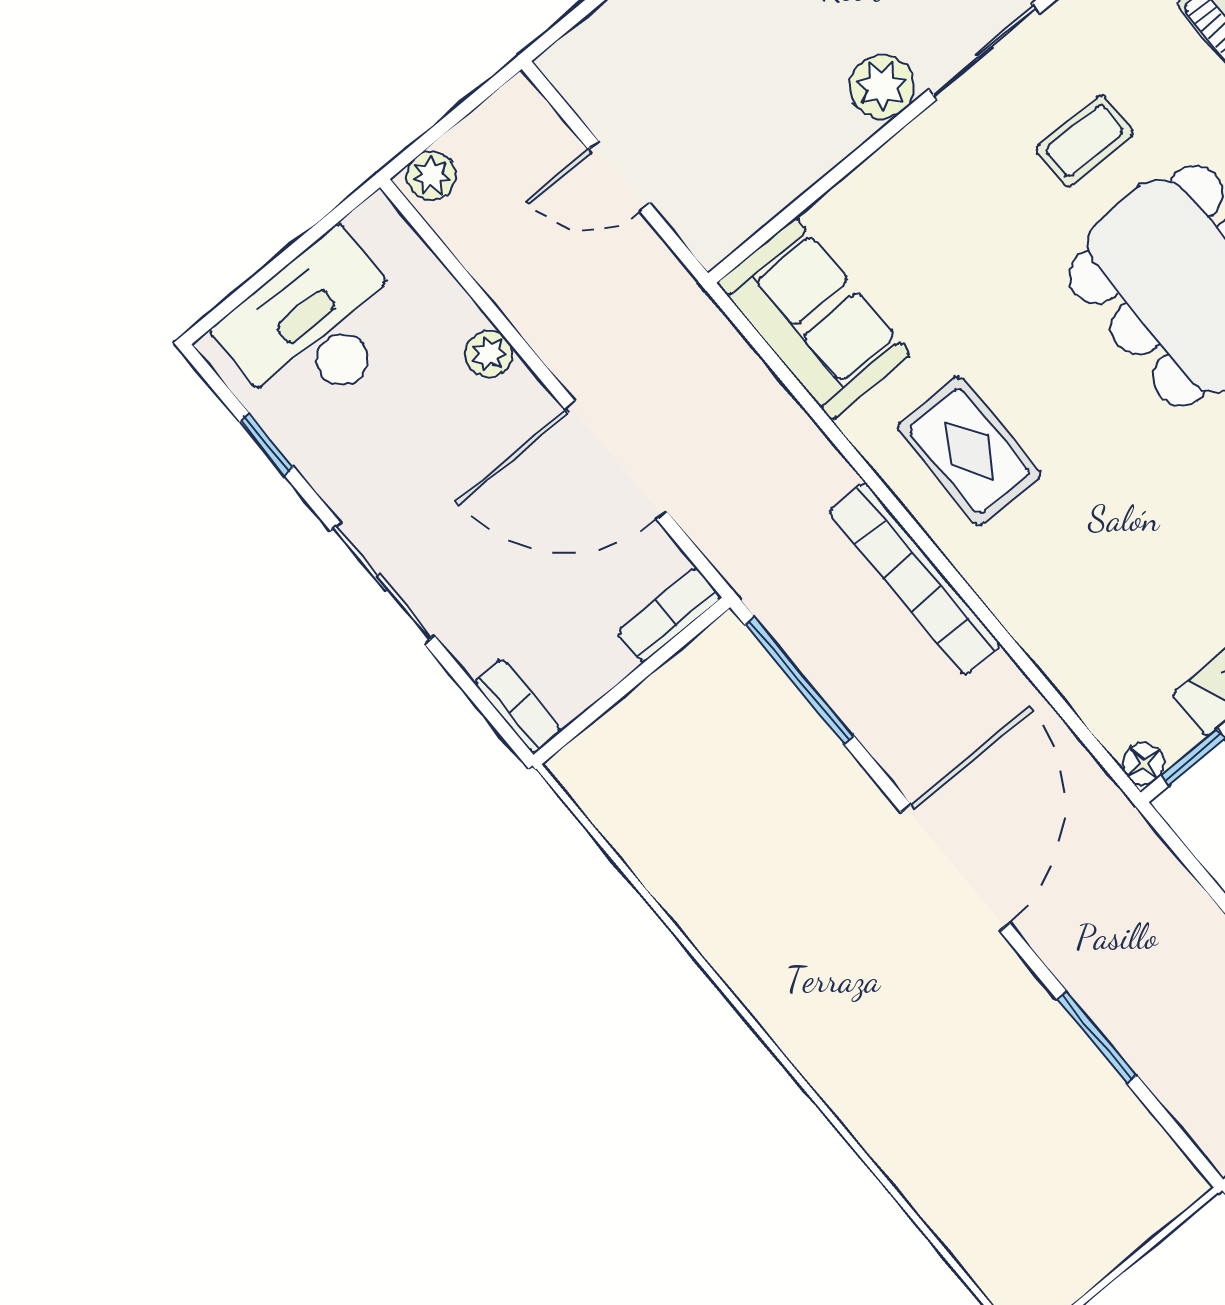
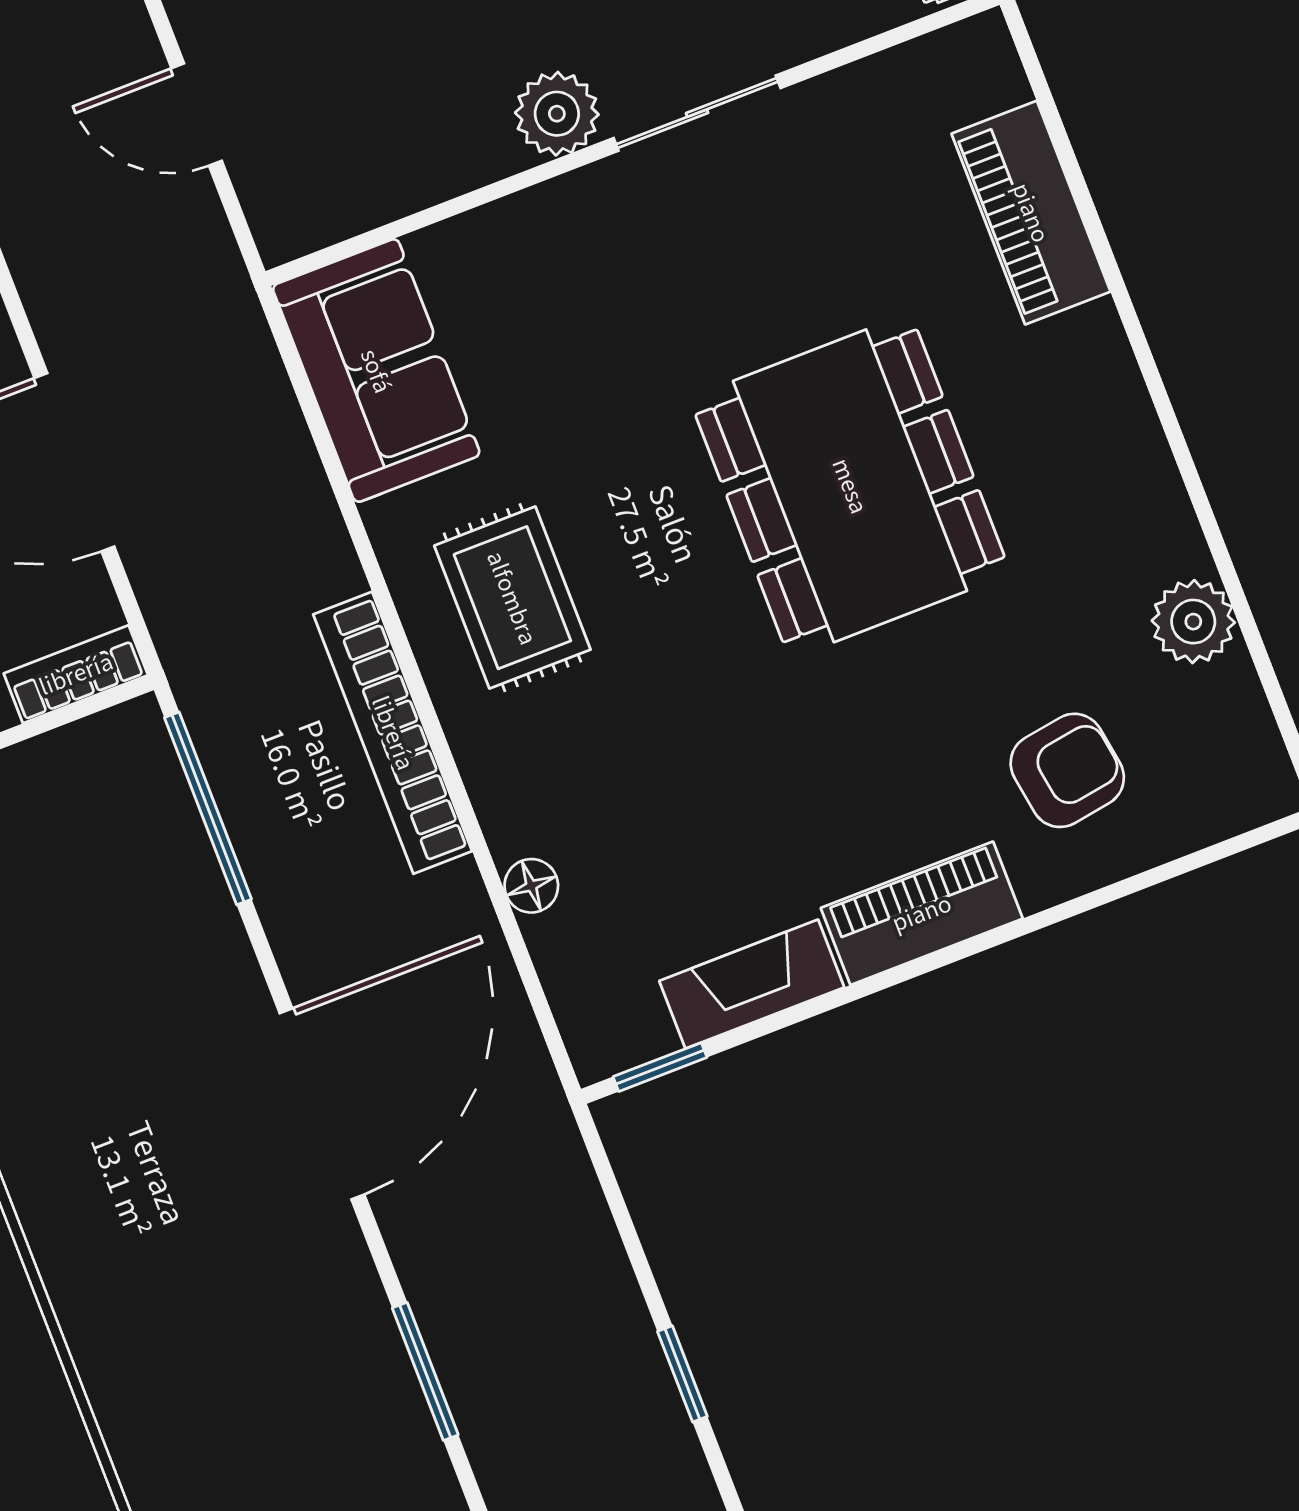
coffee table: (1085, 141) -> (783, 265), removed
floor lamp: (1143, 764) -> (531, 886), moved

